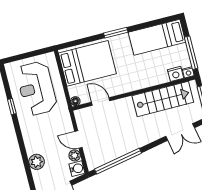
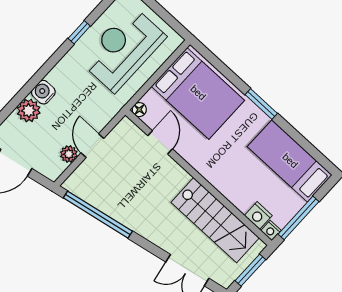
water cooler: (77, 169) -> (43, 92), moved, turned 180

